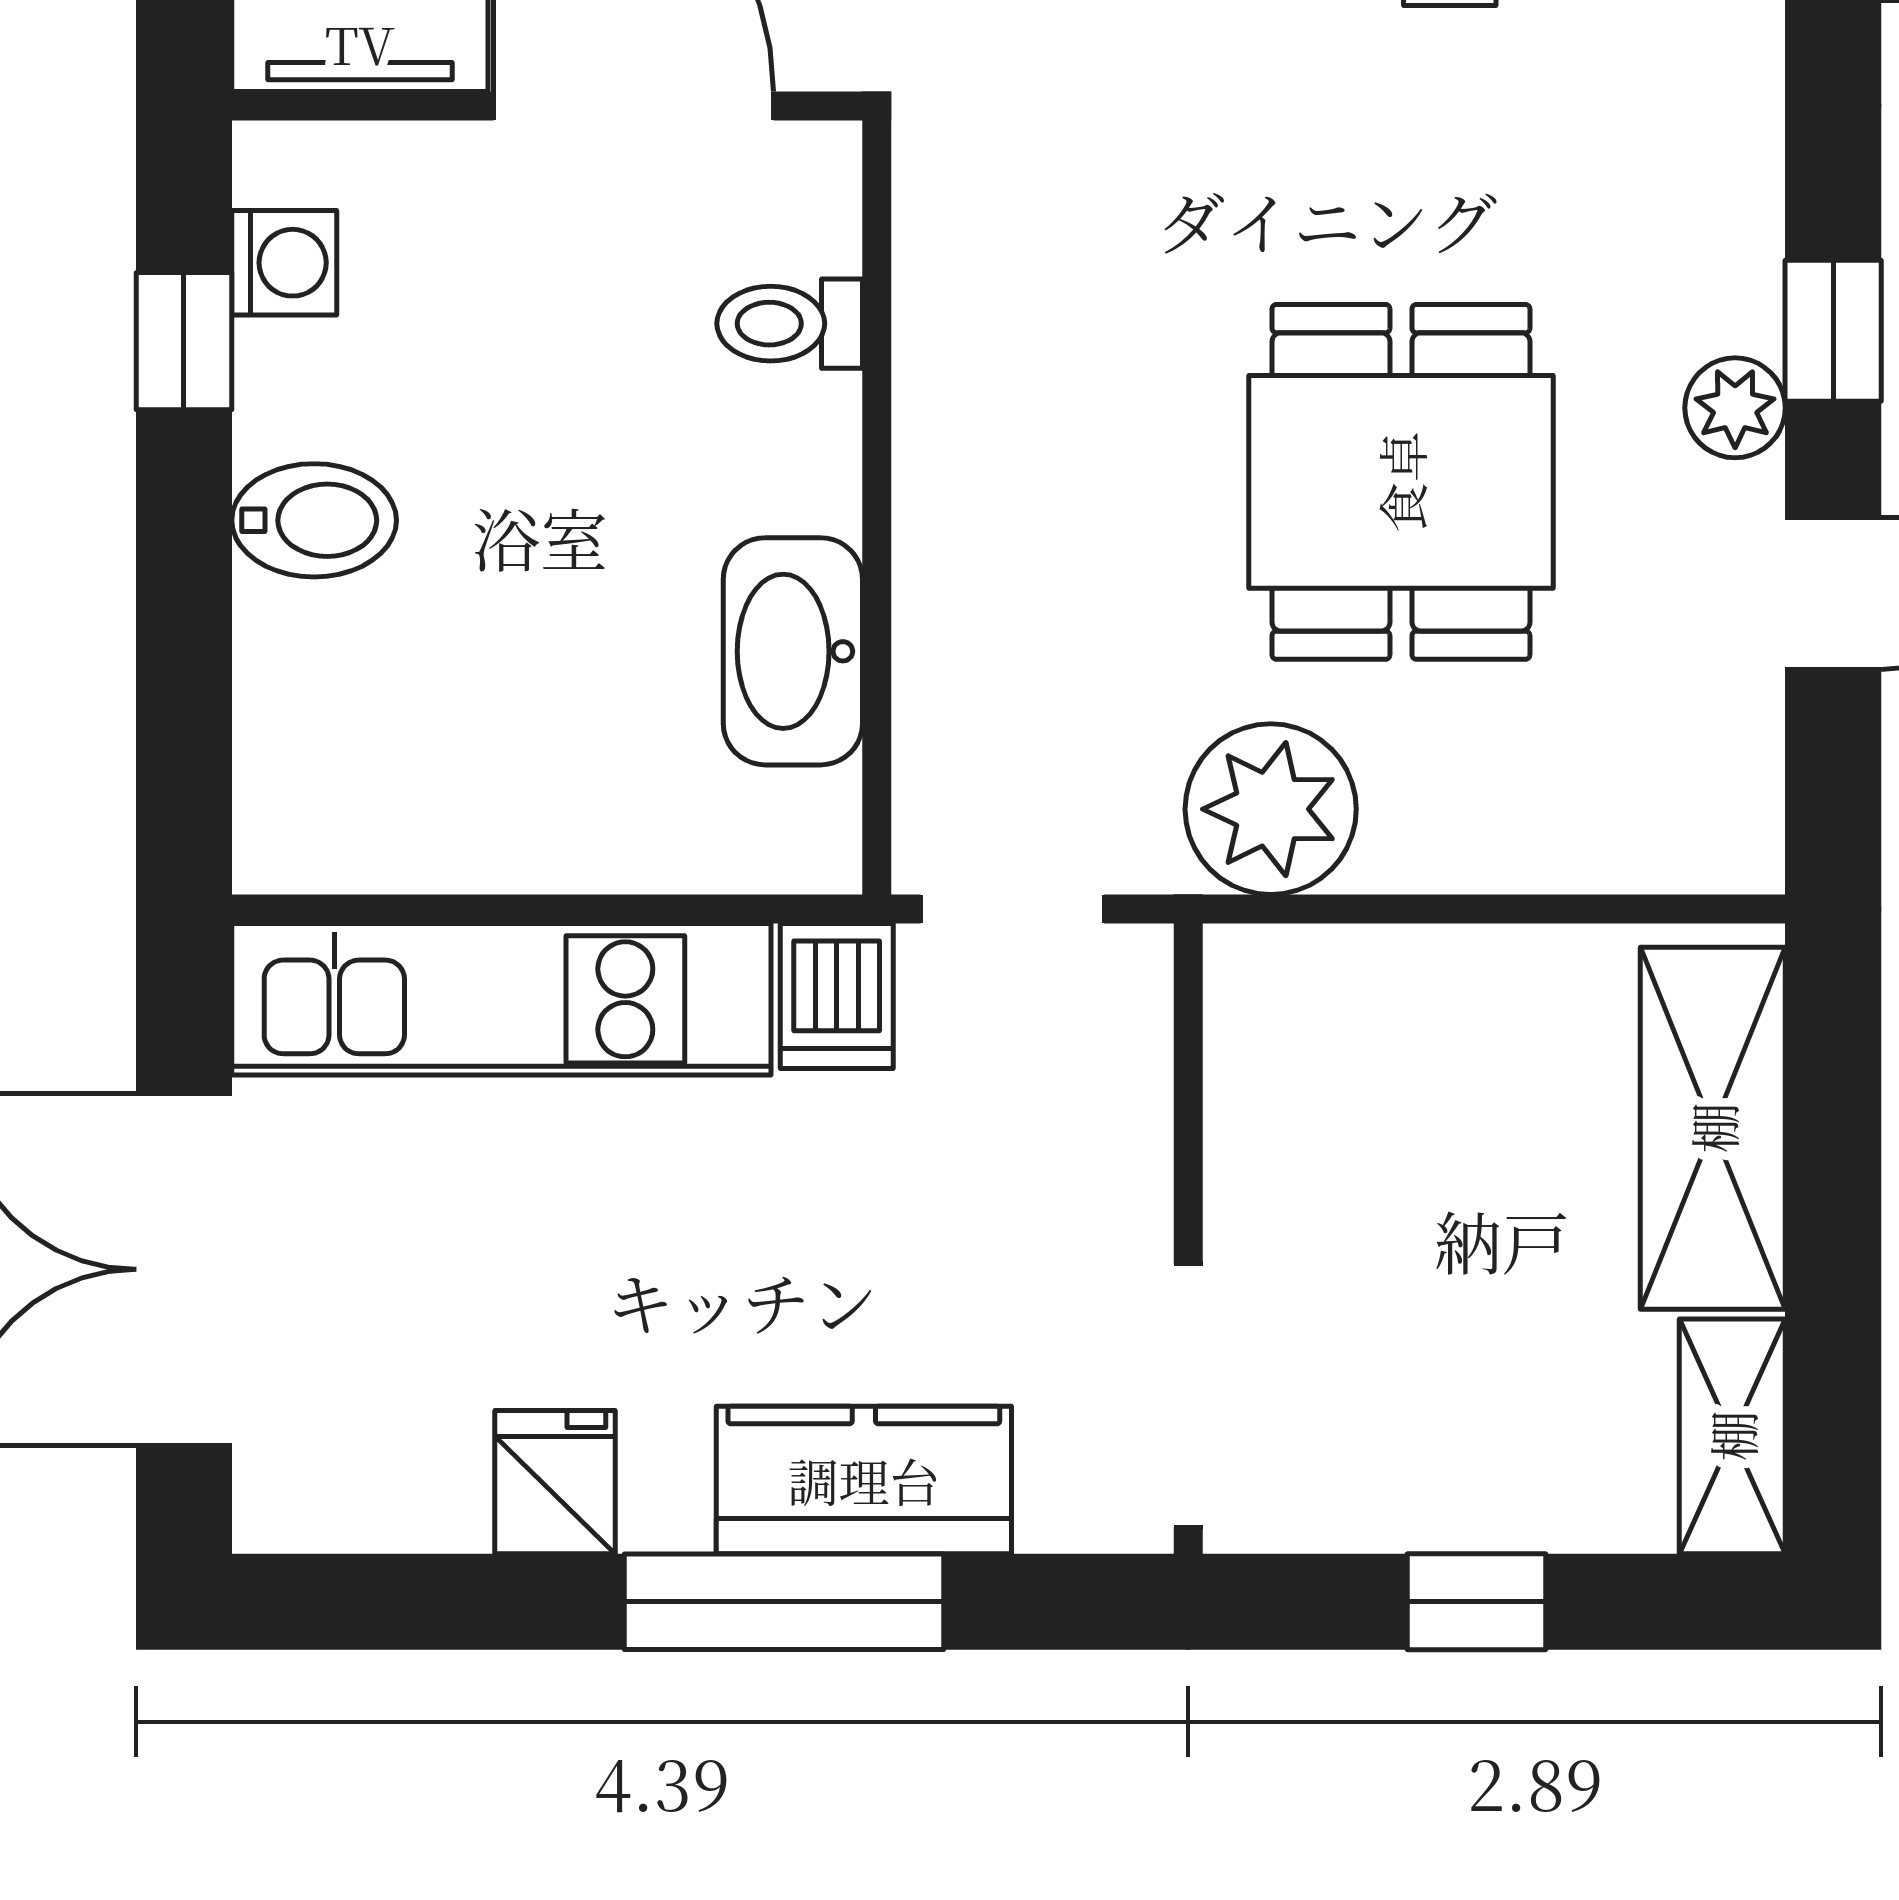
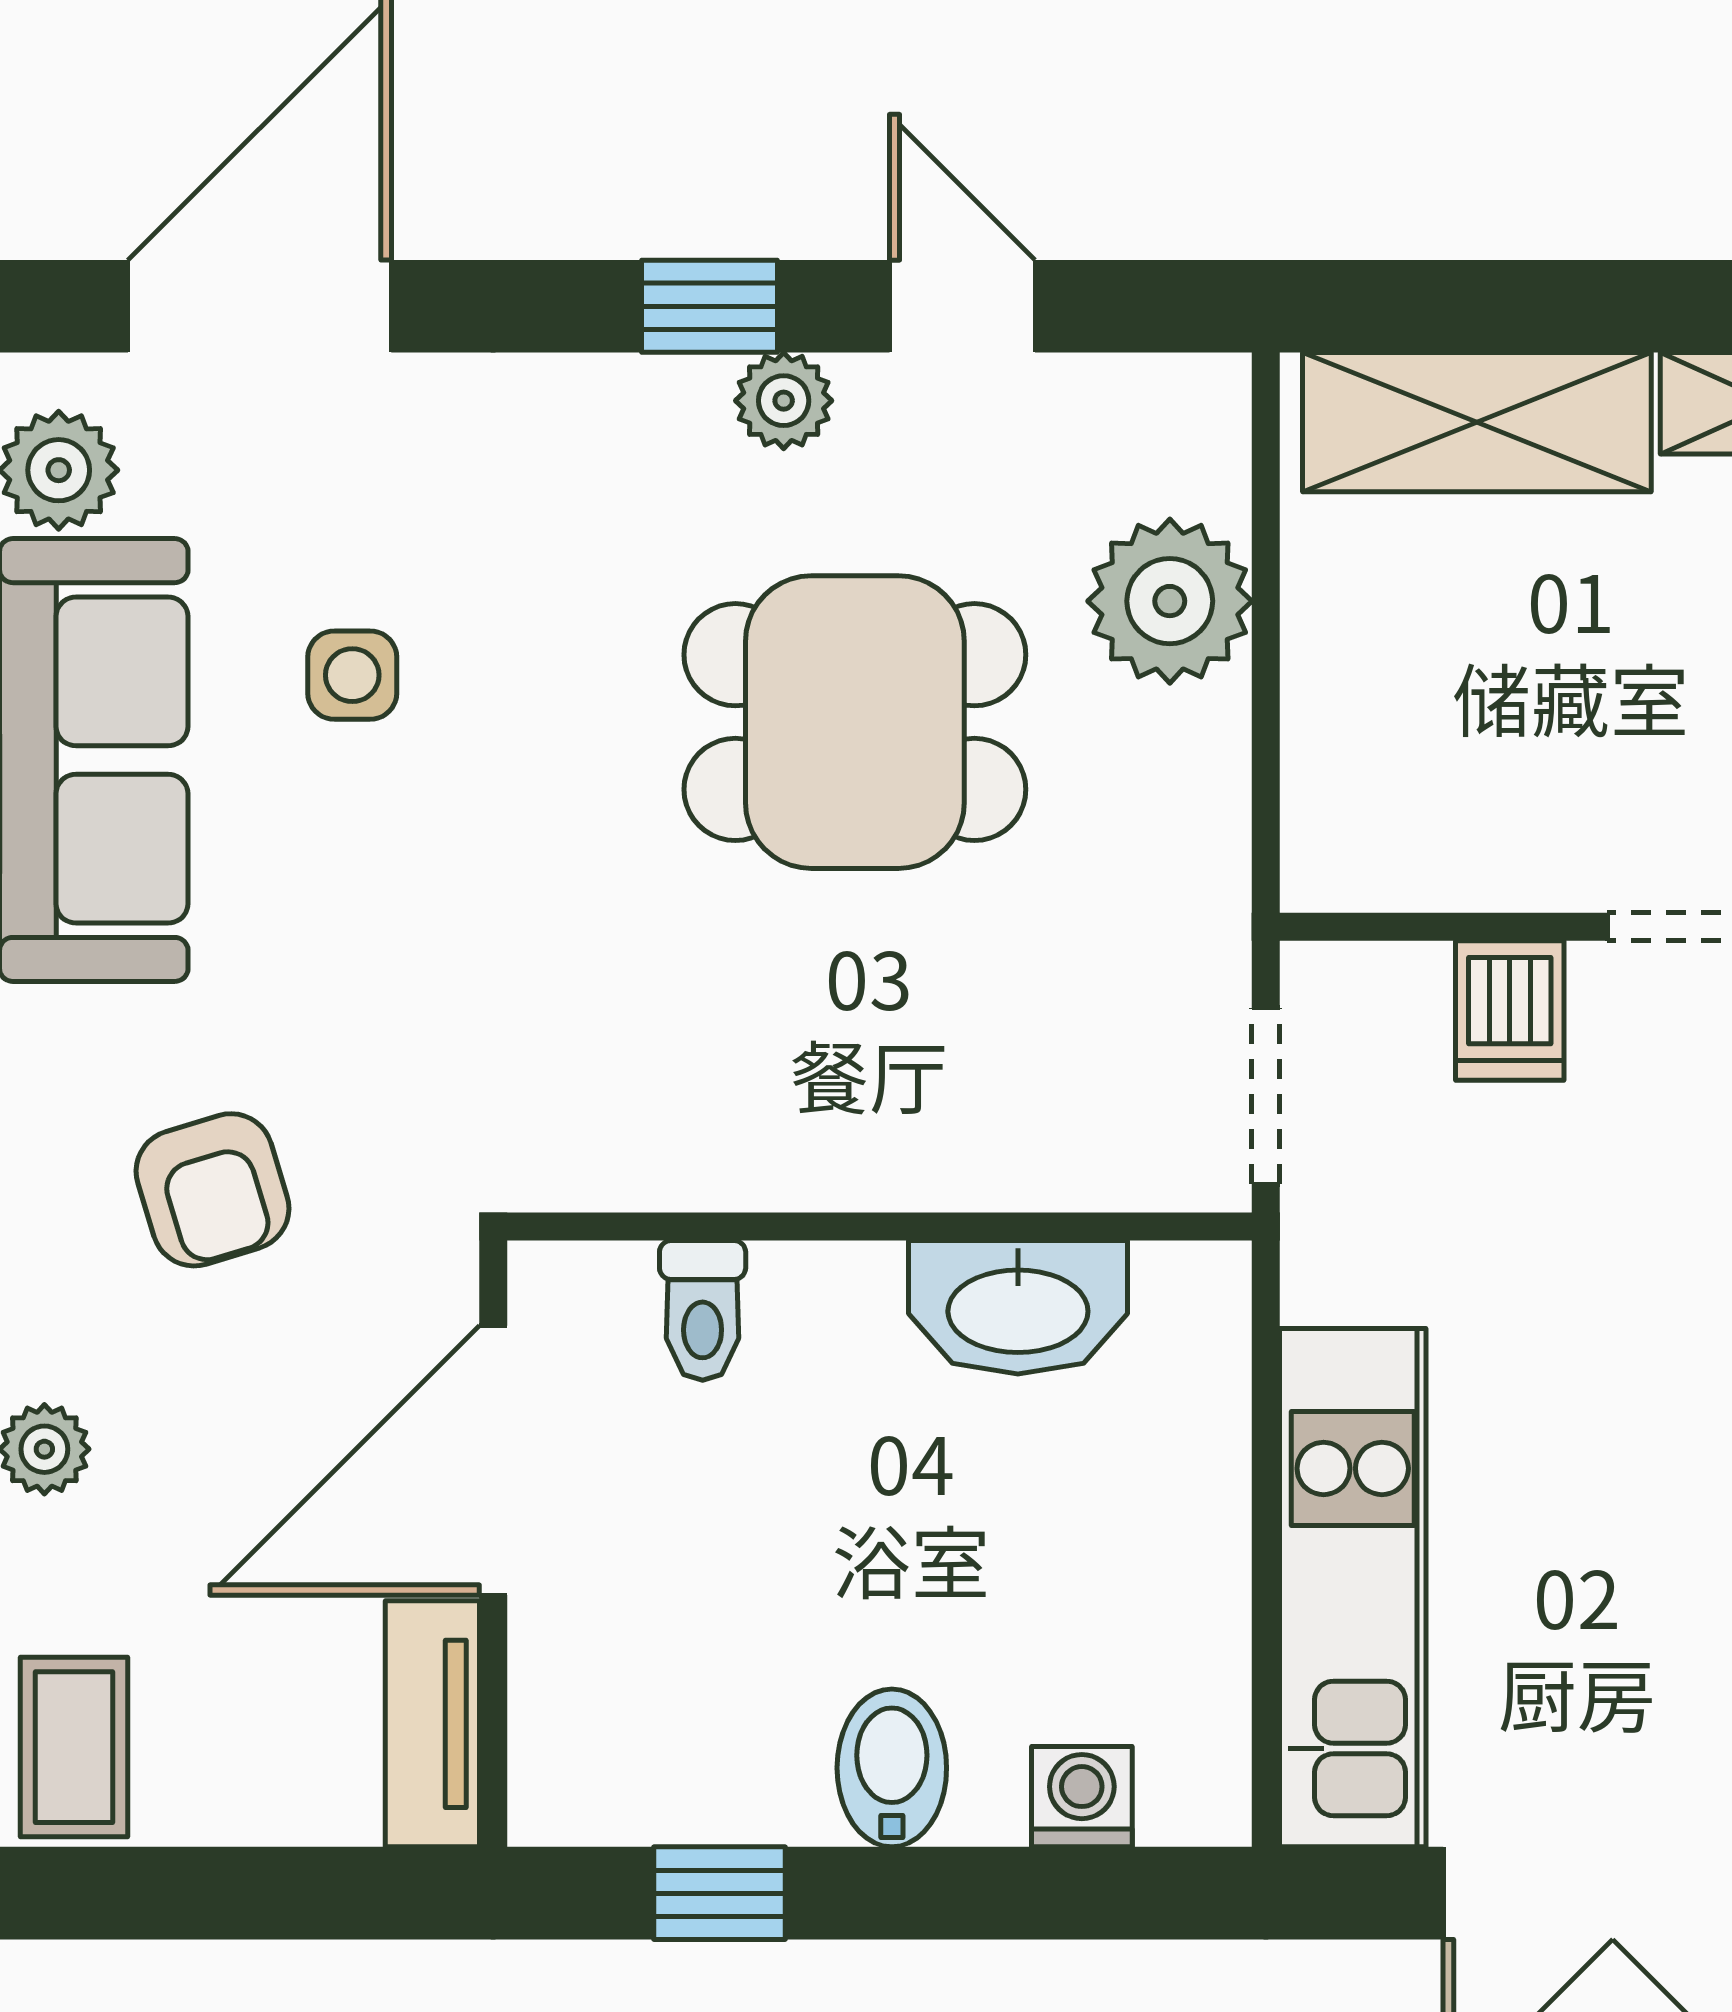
washing machine: (284, 263) -> (1082, 1797), moved
plant: (1271, 809) -> (1170, 601), moved
dishwasher: (837, 996) -> (1510, 1010), moved, turned 90

